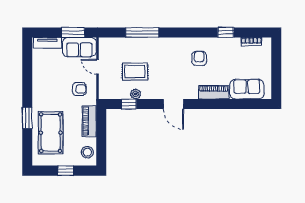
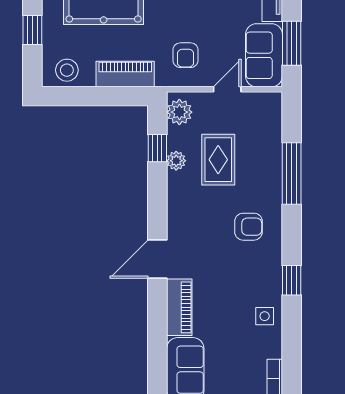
window: (226, 32) -> (292, 280), moved
side table: (218, 47) -> (265, 316), added
armchair: (199, 58) -> (248, 227), moved
plant: (110, 92) -> (179, 112), added
door: (173, 104) -> (157, 259), moved

